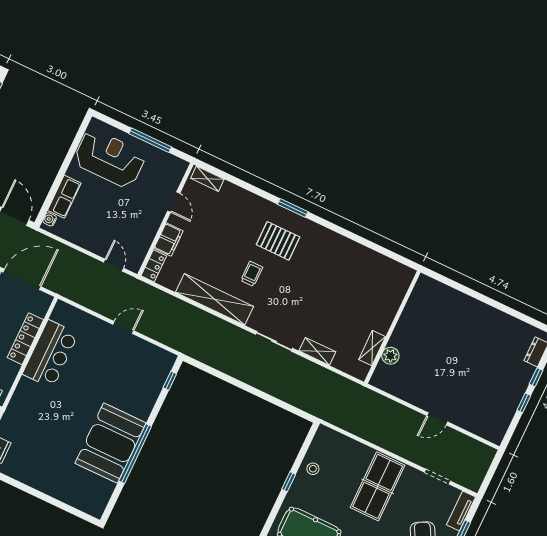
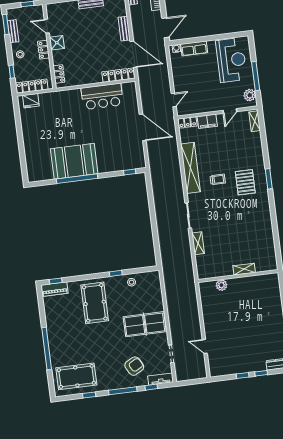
plant: (170, 164) -> (250, 95), added
door: (123, 327) -> (143, 127), width x1.88
locker: (25, 339) -> (118, 75), moved
shelving: (372, 348) -> (244, 269), moved
door: (437, 419) -> (205, 346), moved

